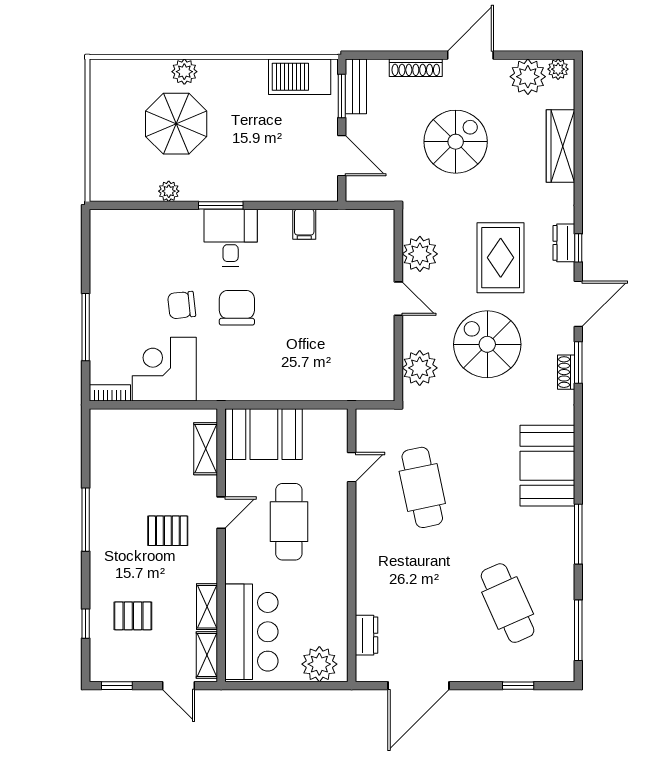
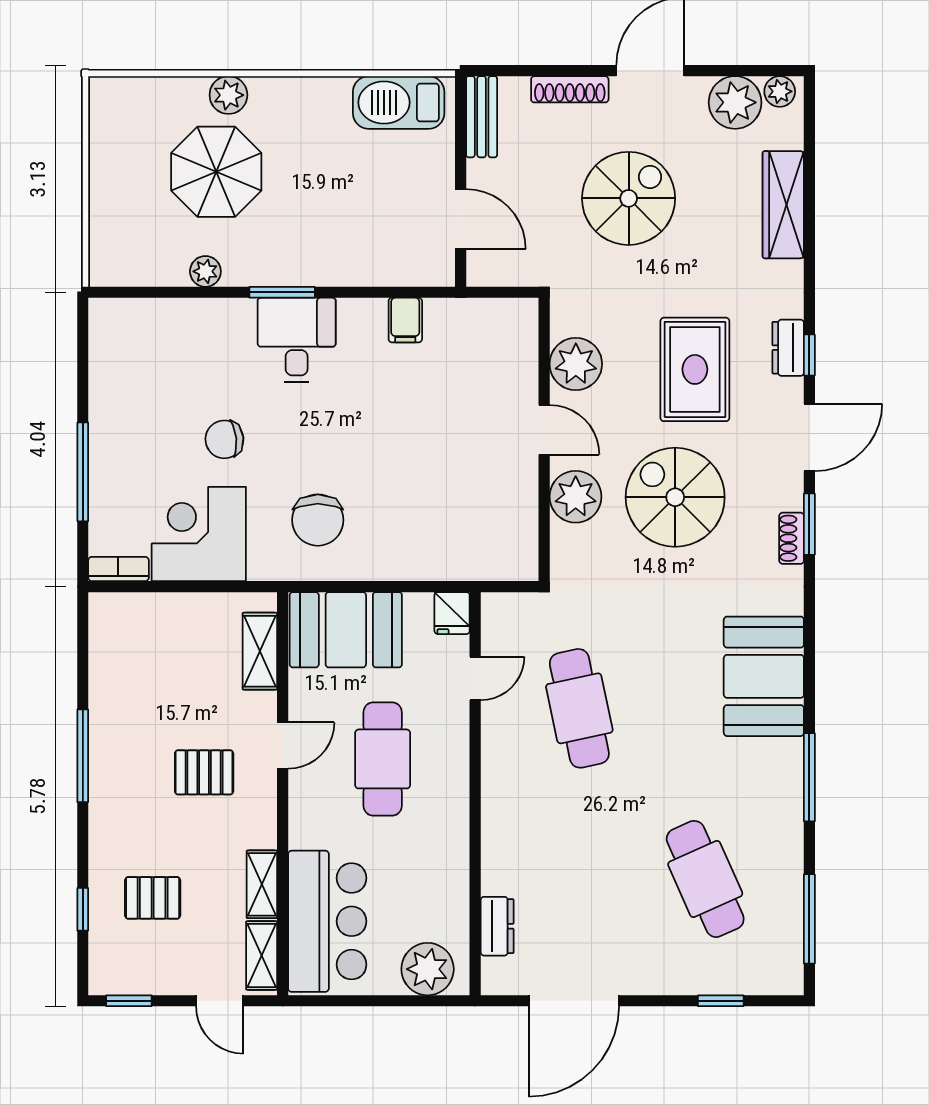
window: (342, 96) -> (461, 131), removed
chair: (237, 308) -> (318, 520), moved, turned 180
plant: (420, 368) -> (576, 497), moved
fridge: (336, 423) -> (452, 613), added

